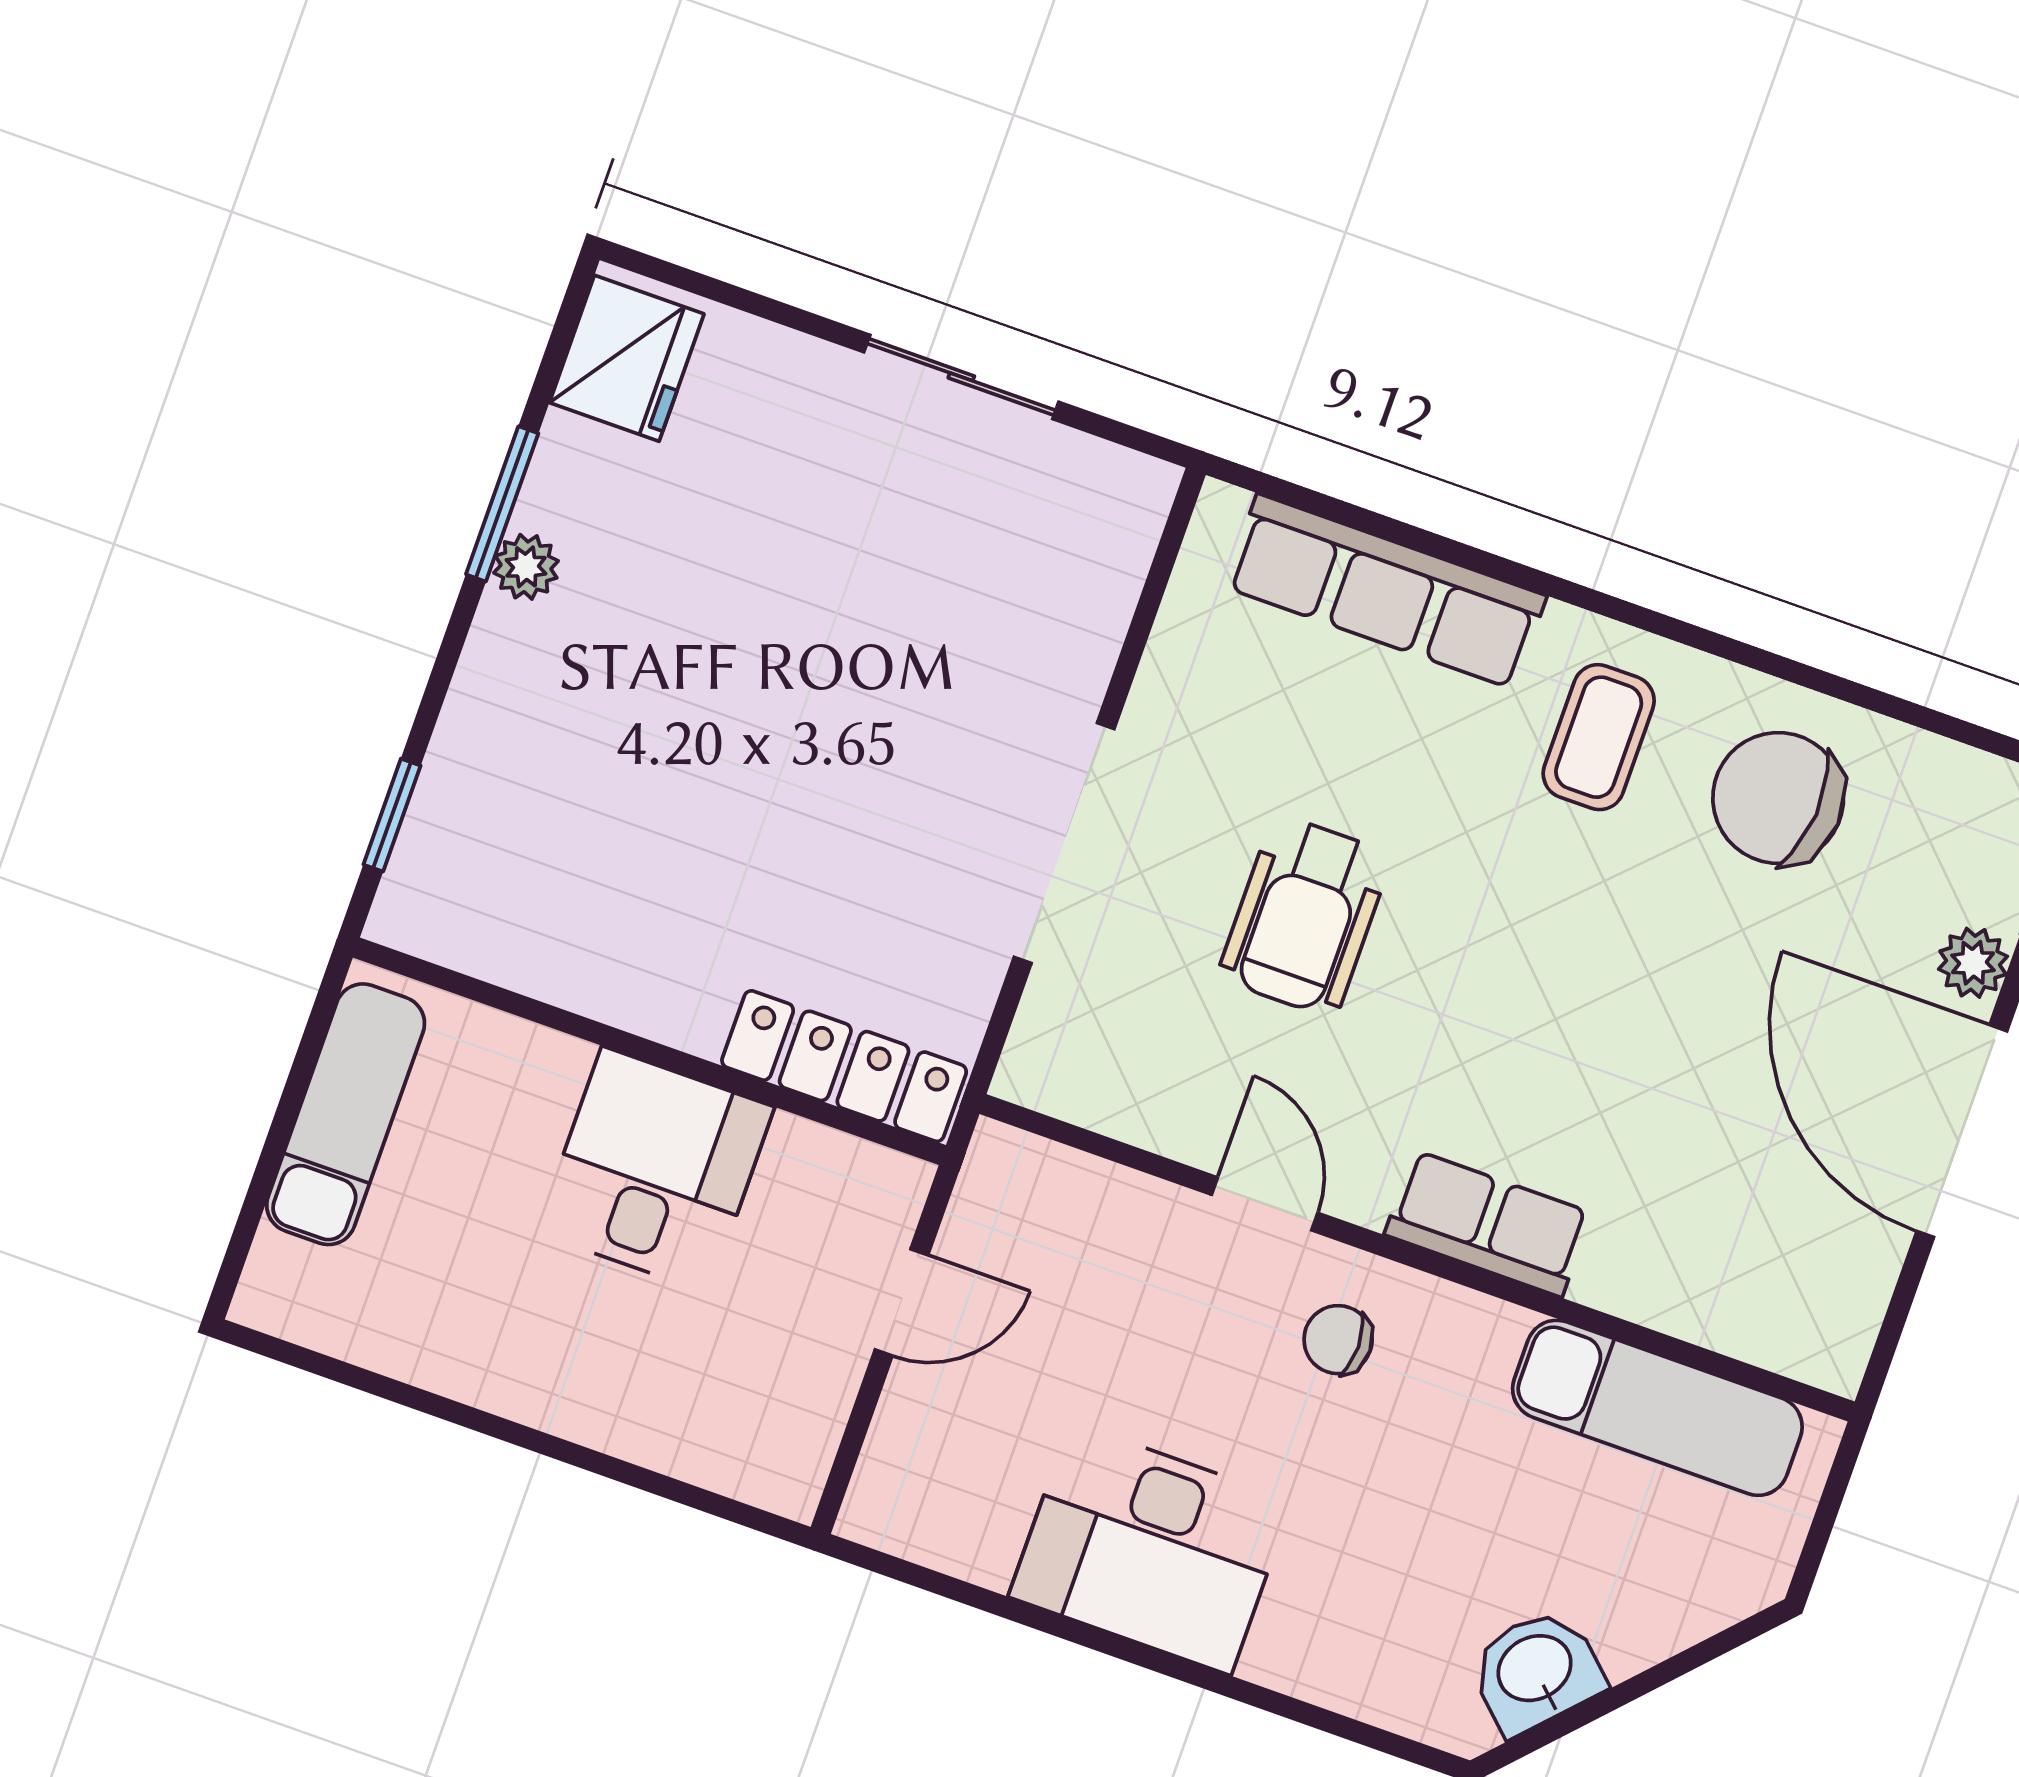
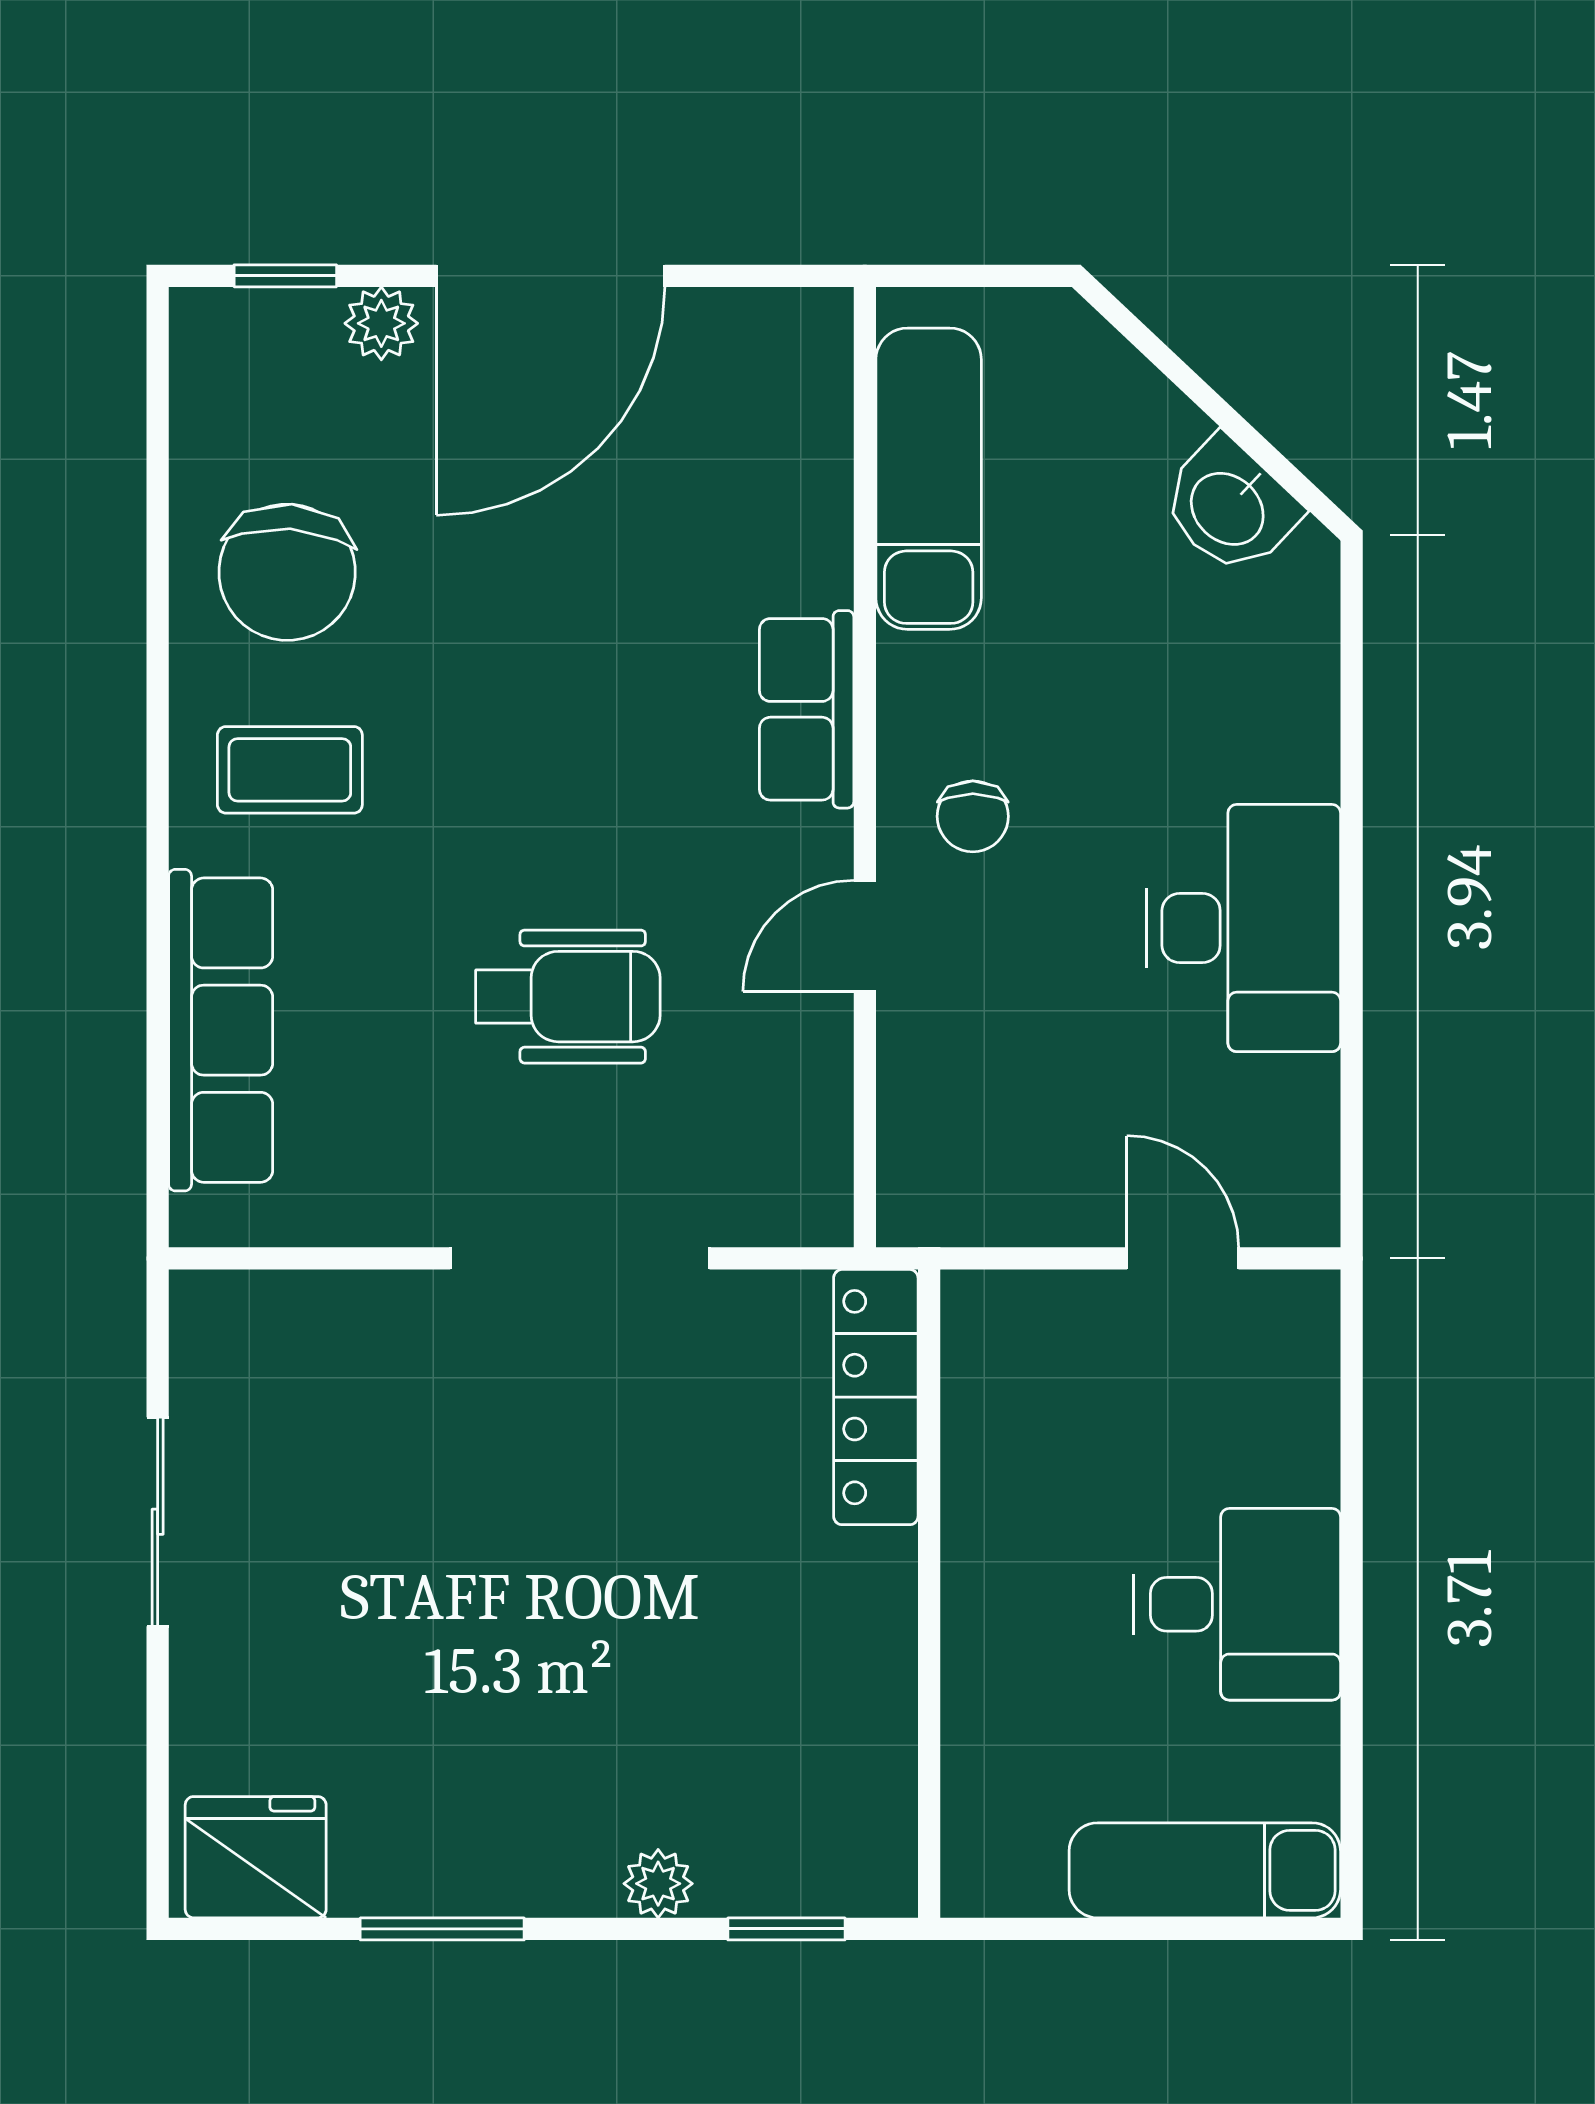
plant: (526, 567) -> (658, 1884), moved
exam couch: (346, 1114) -> (1205, 1870), moved
desk: (655, 1170) -> (1237, 1604), moved, turned 180
door: (901, 1302) -> (1183, 1258), moved

